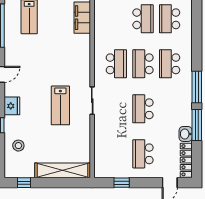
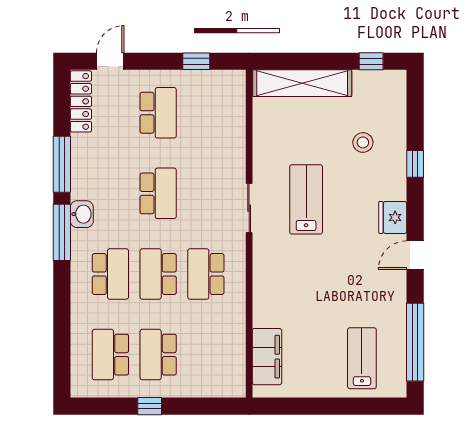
school desk: (170, 19) -> (110, 355), turned 180
school desk: (143, 64) -> (158, 274), turned 180
fridge: (12, 106) -> (393, 217), moved
washbasin: (186, 134) -> (82, 214), moved
stool: (18, 146) -> (363, 142), moved

